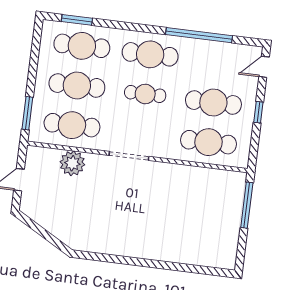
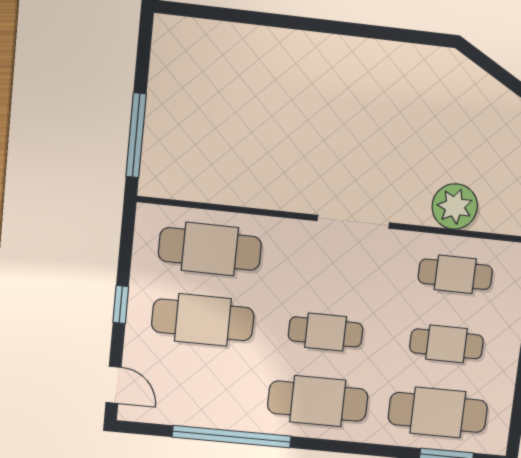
door: (264, 67) -> (113, 385), hinge flipped
cafe table: (77, 85) -> (446, 344), width x0.73, depth x0.74
cafe table: (72, 125) -> (455, 274), width x0.73, depth x0.74

